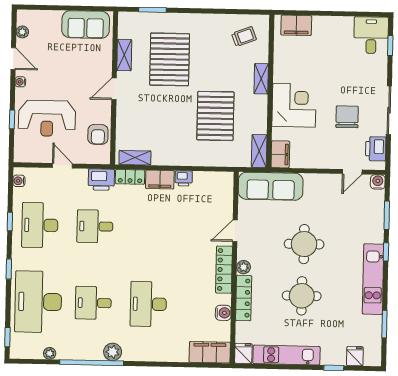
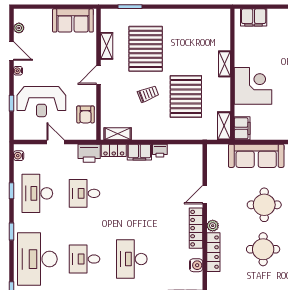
trolley: (244, 37) -> (148, 94), moved
sofa: (271, 186) -> (256, 156), moved

